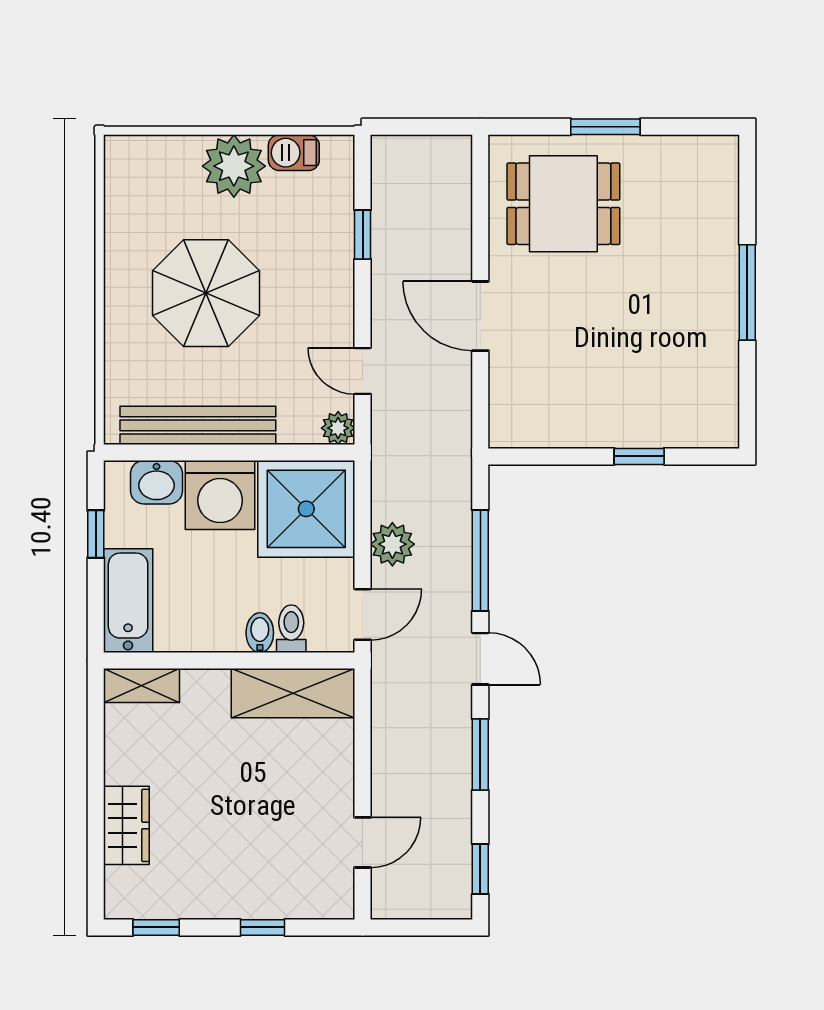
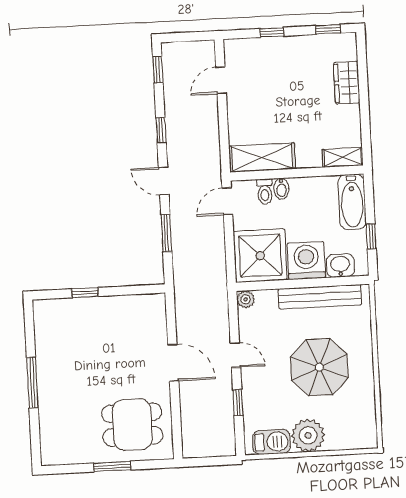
barbecue: (294, 153) -> (271, 442), width x1.38, depth x1.27
door: (363, 371) -> (235, 355), moved
plant: (392, 544) -> (213, 239), removed
window: (480, 561) -> (166, 233), width x0.69
window: (480, 755) -> (161, 130), width x0.67

